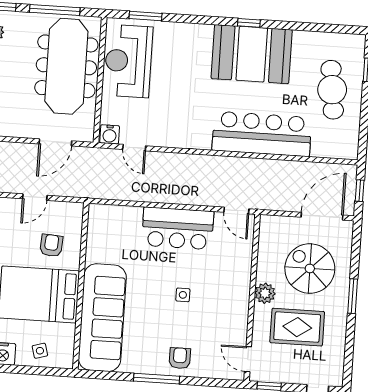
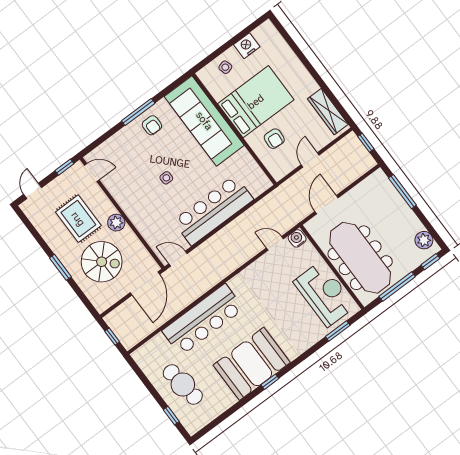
door: (322, 216) -> (145, 283), moved
bar counter: (178, 228) -> (213, 210), width x1.36
rug: (297, 327) -> (78, 219), turned 90
armchair: (180, 358) -> (152, 125), moved

